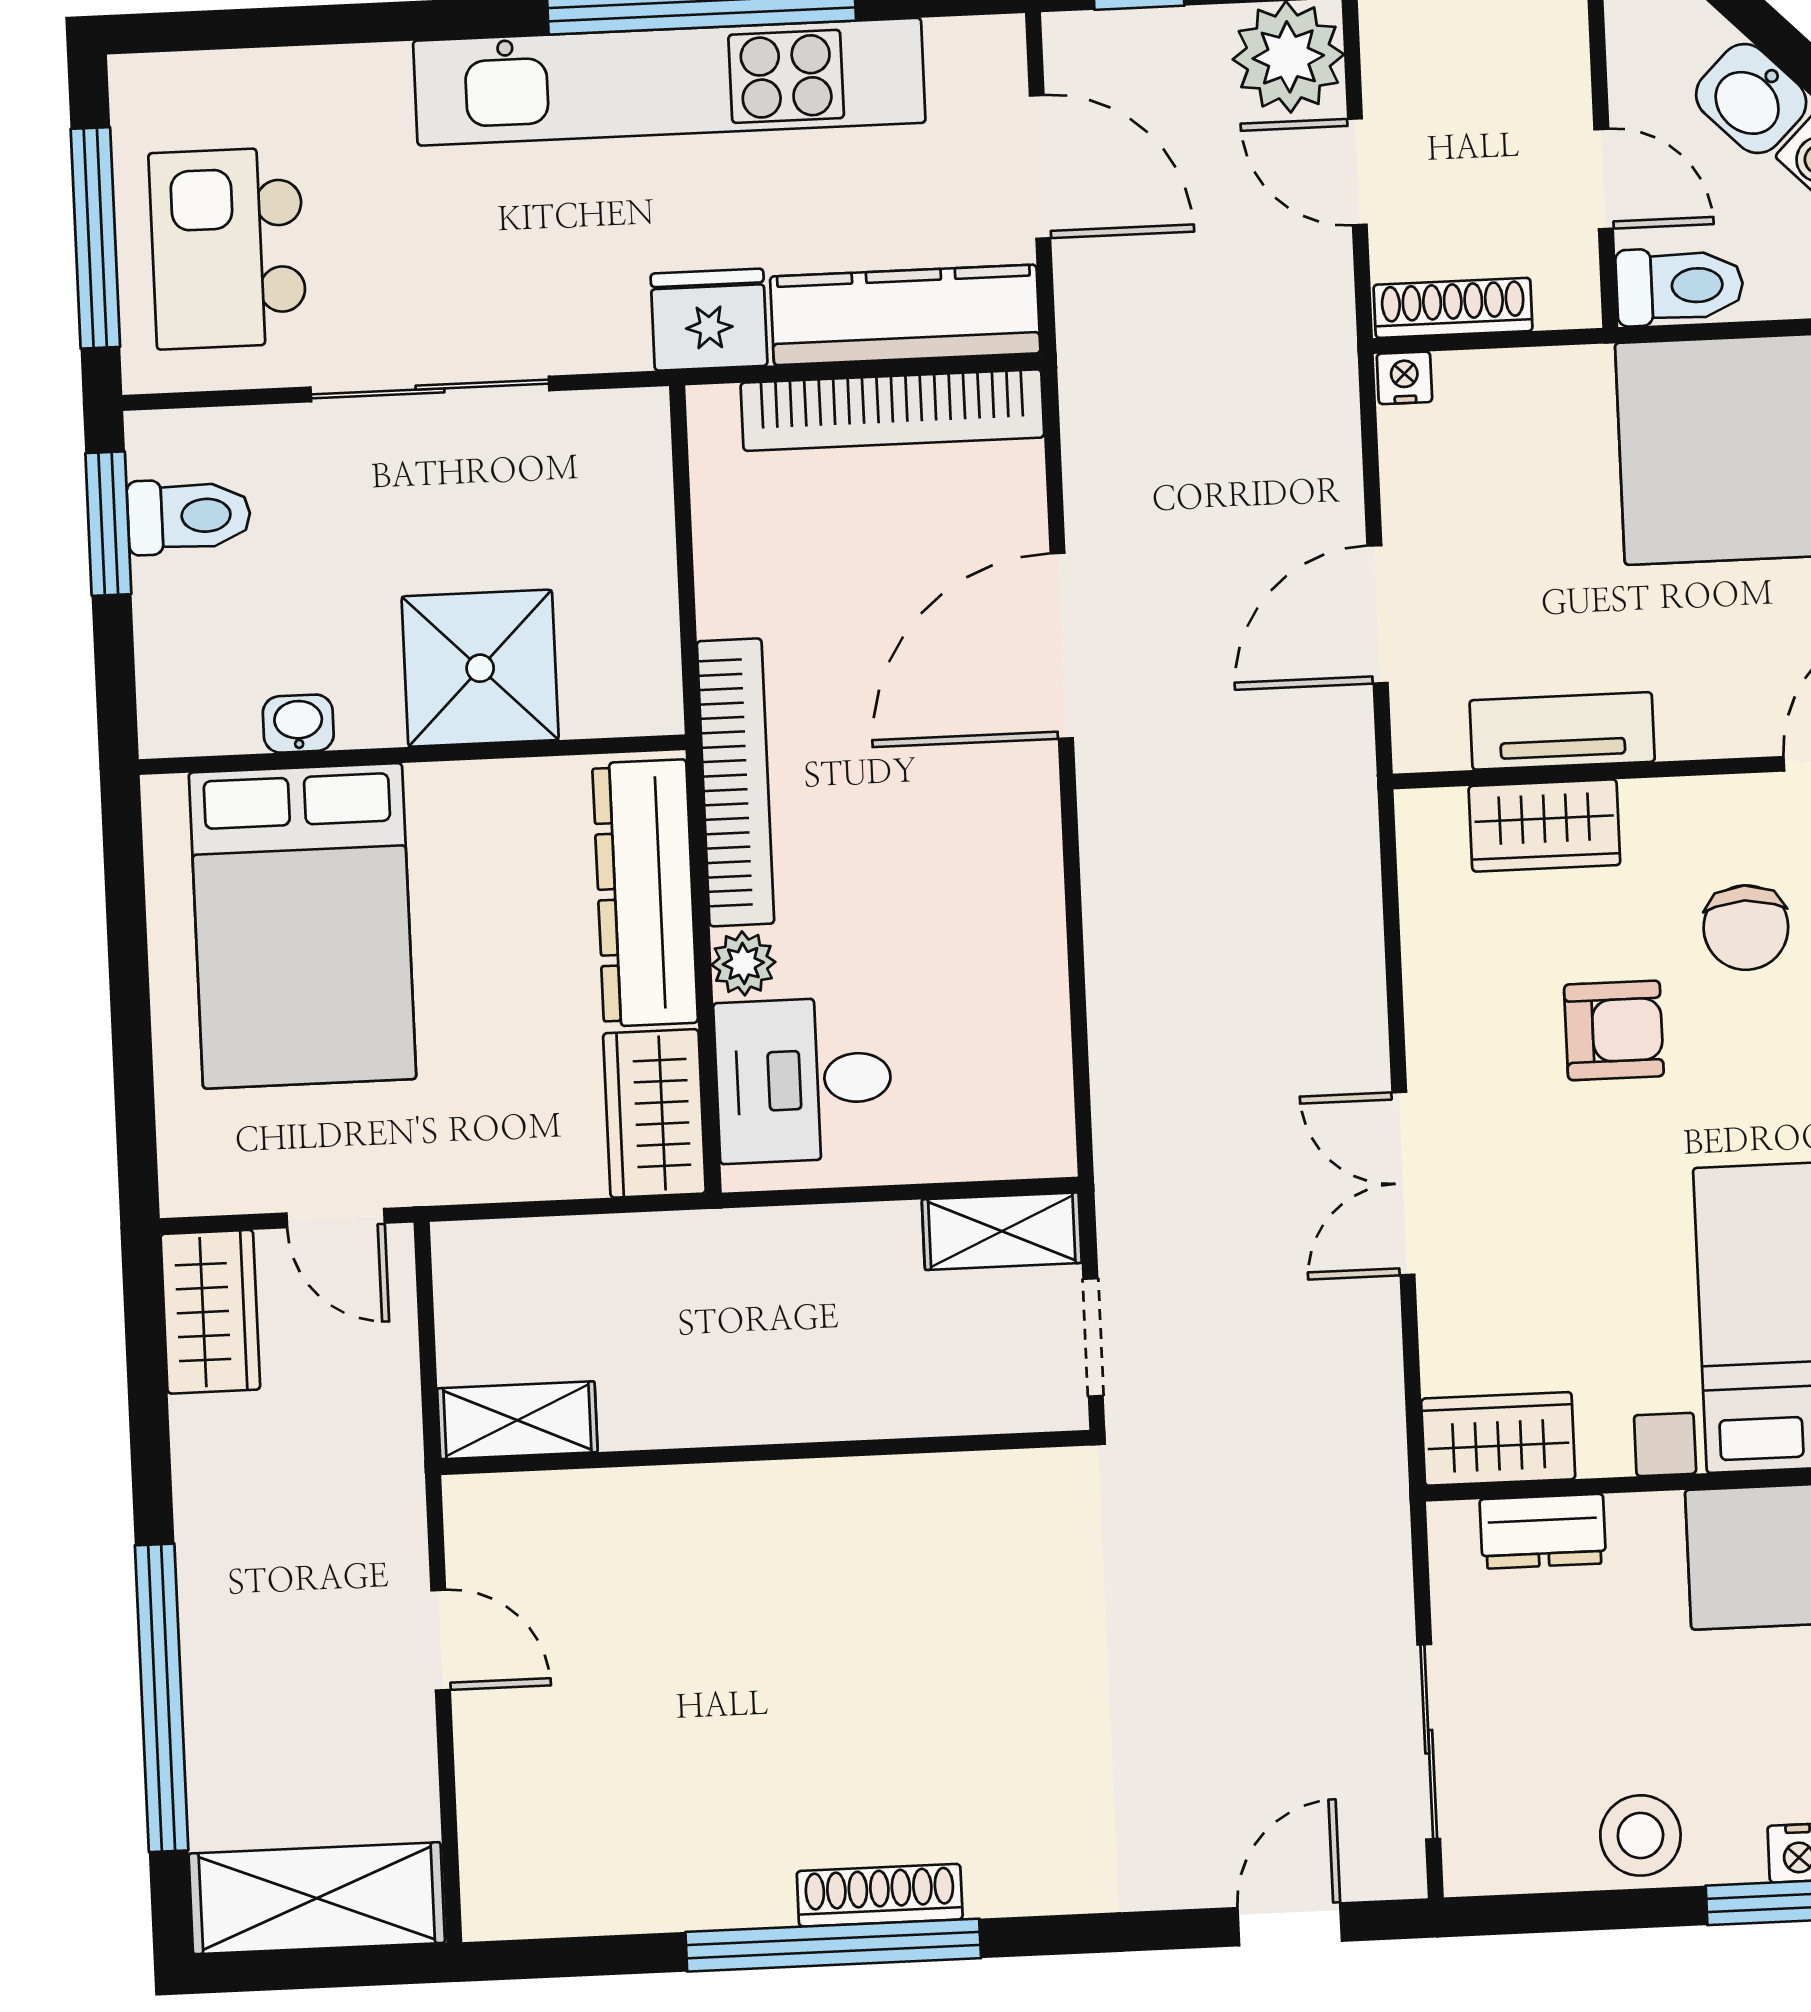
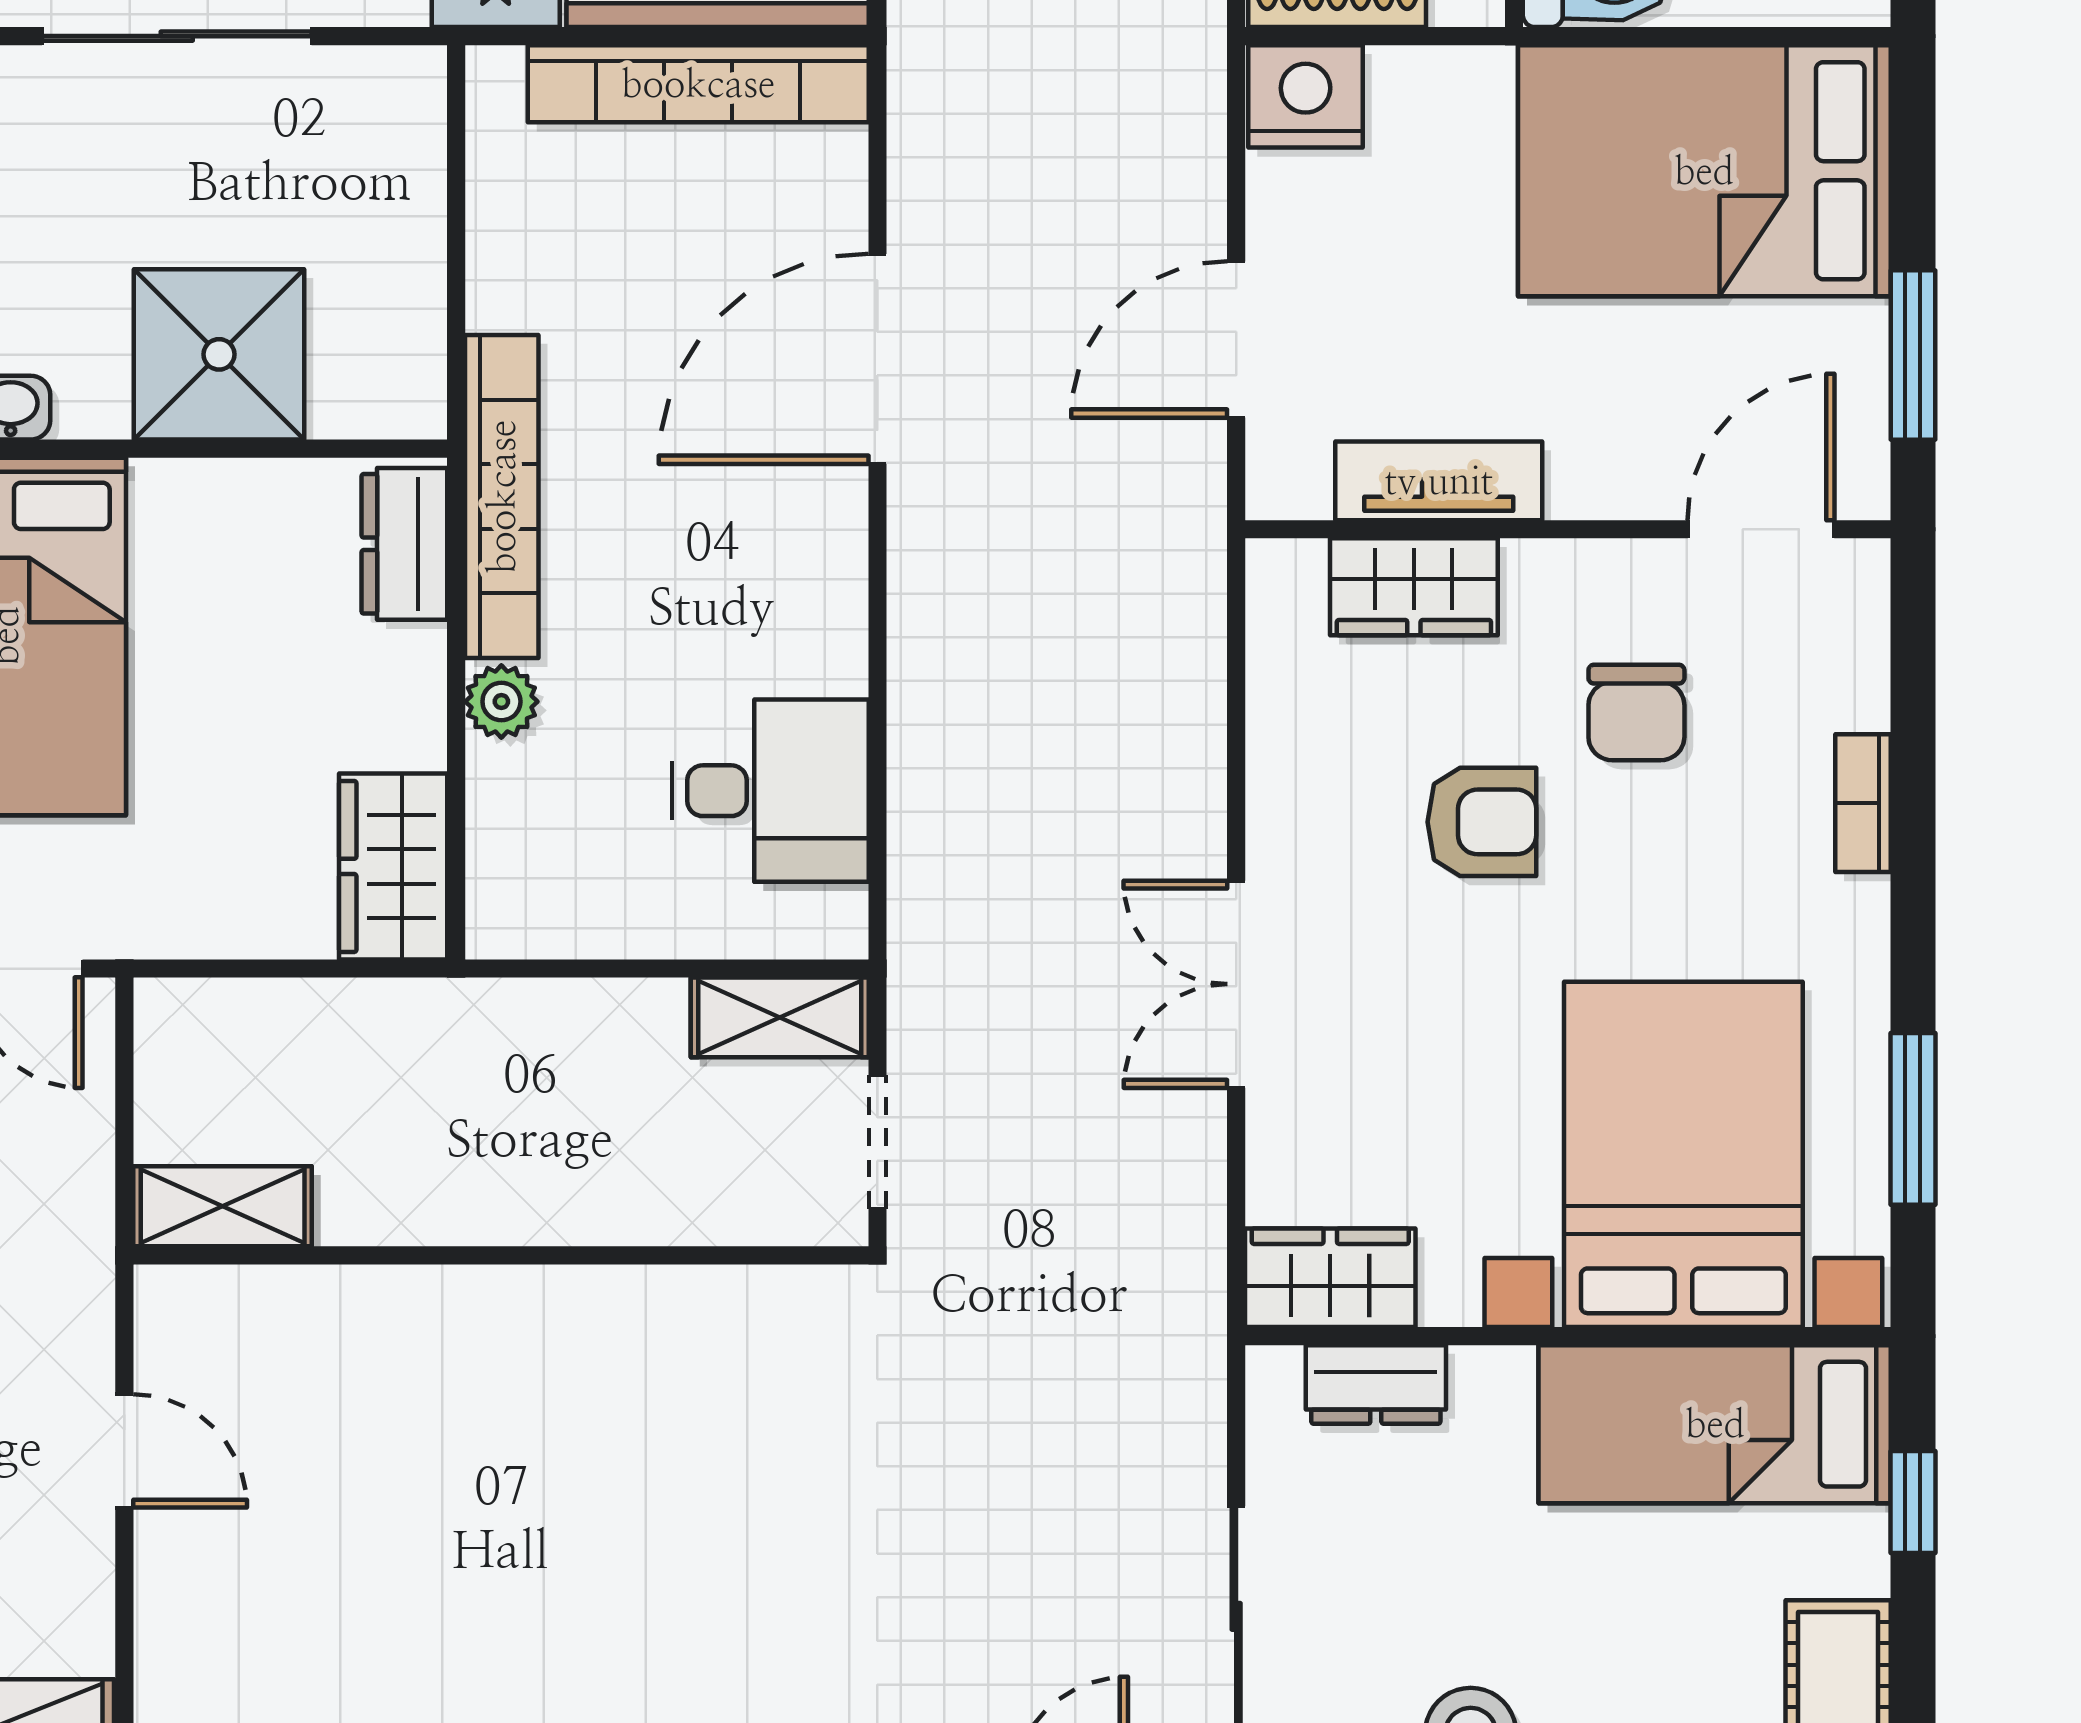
nightstand: (1404, 378) -> (1306, 96), width x1.89, depth x1.79
dresser: (645, 893) -> (404, 544), width x0.51, depth x0.80
desk: (804, 1080) -> (770, 791), moved, turned 180

